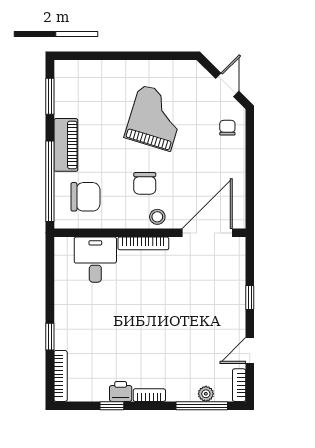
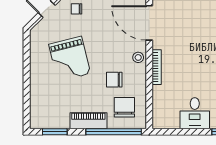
grand piano: (155, 118) -> (70, 59), turned -121
chair: (145, 183) -> (114, 80), moved, turned 180
desk: (95, 260) -> (195, 113), moved, turned -90

